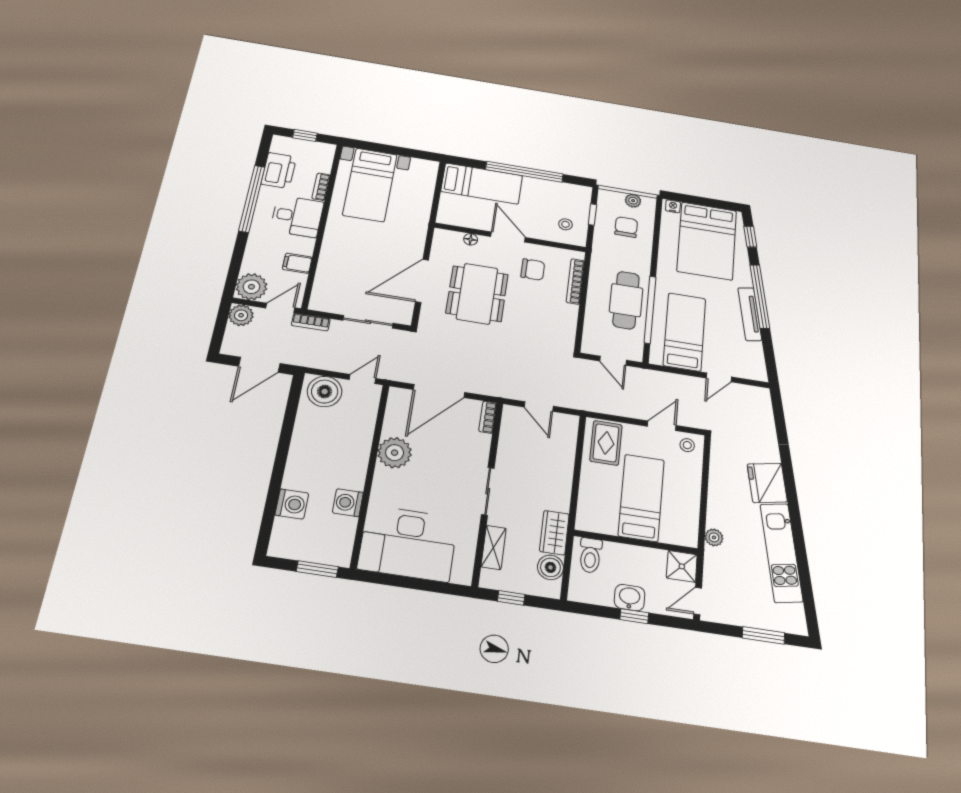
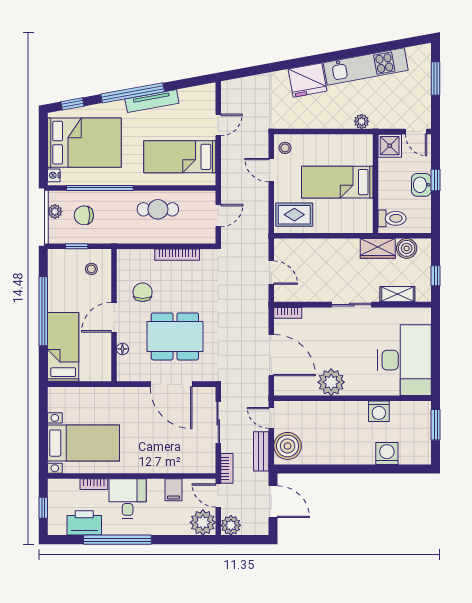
bookcase: (575, 281) -> (177, 255), moved
cafe table: (626, 300) -> (158, 209), width x0.73, depth x0.74
window: (650, 310) -> (100, 188), moved
bench: (324, 362) -> (261, 451), added
door: (719, 377) -> (218, 125), hinge flipped
door: (539, 407) -> (271, 273), hinge flipped

